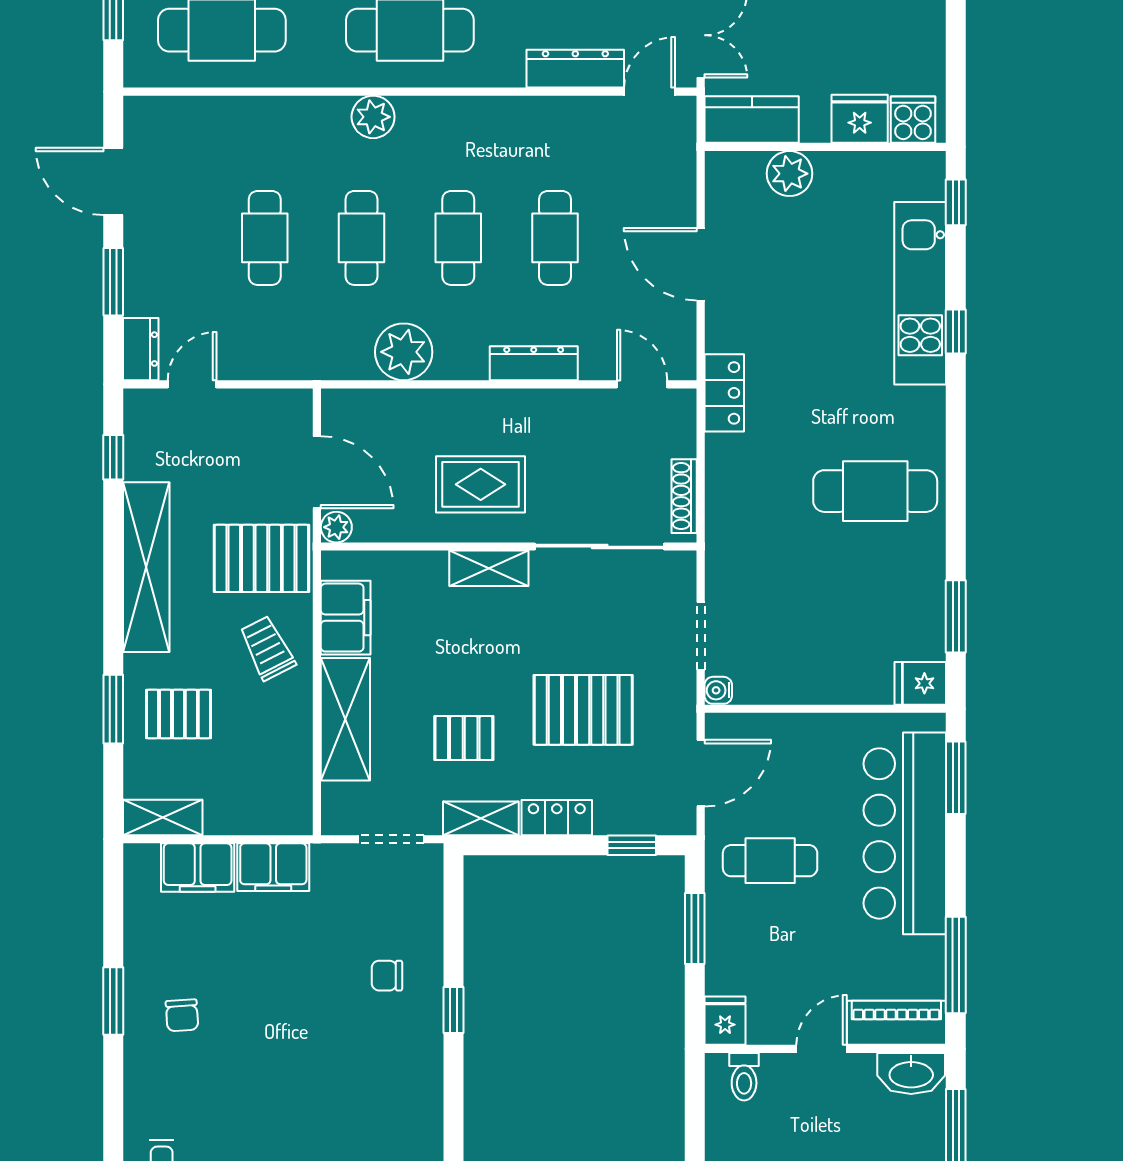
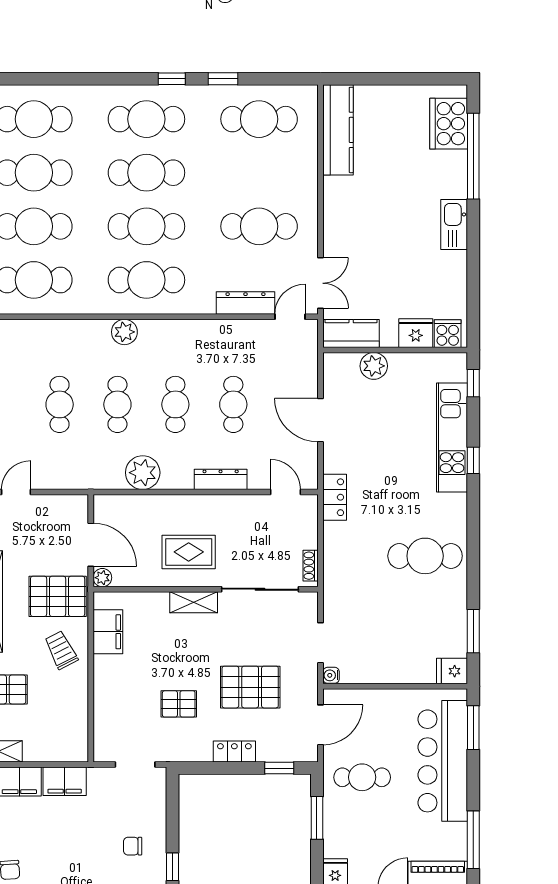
shoe rack: (684, 496) -> (311, 566), width x0.70
shelving: (345, 719) -> (108, 693), removed
shelving: (481, 818) -> (189, 752), removed

